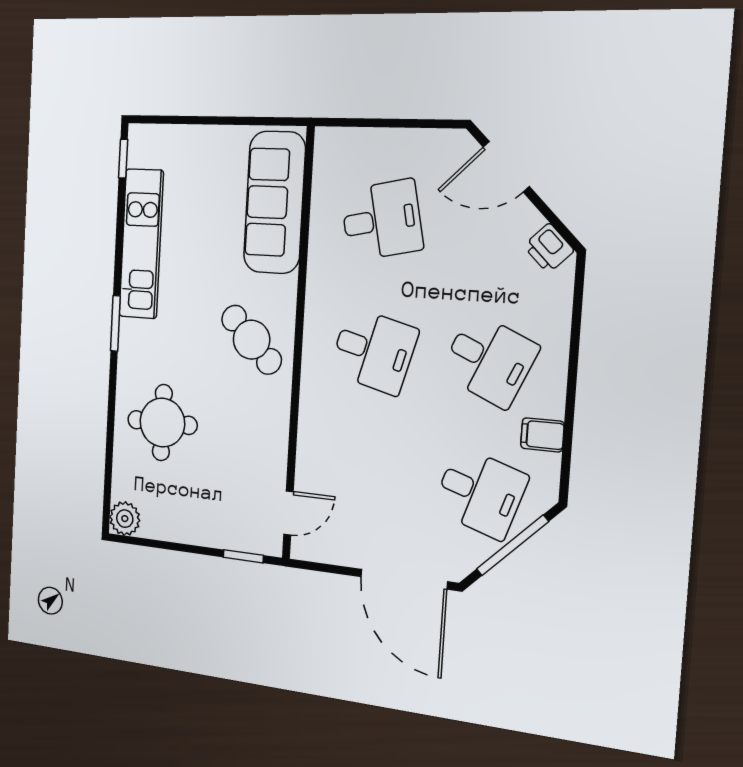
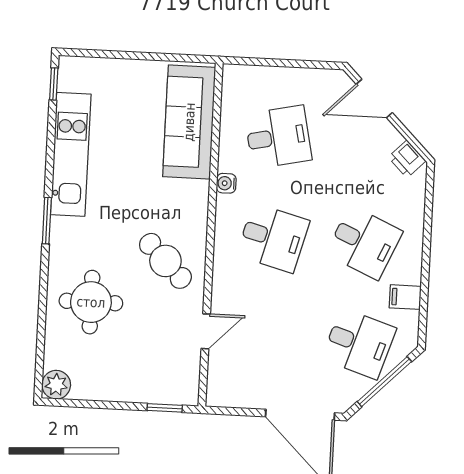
water cooler: (317, 280) -> (226, 183), added
cafe table: (251, 340) -> (165, 261), moved
door: (289, 513) -> (206, 331), moved

